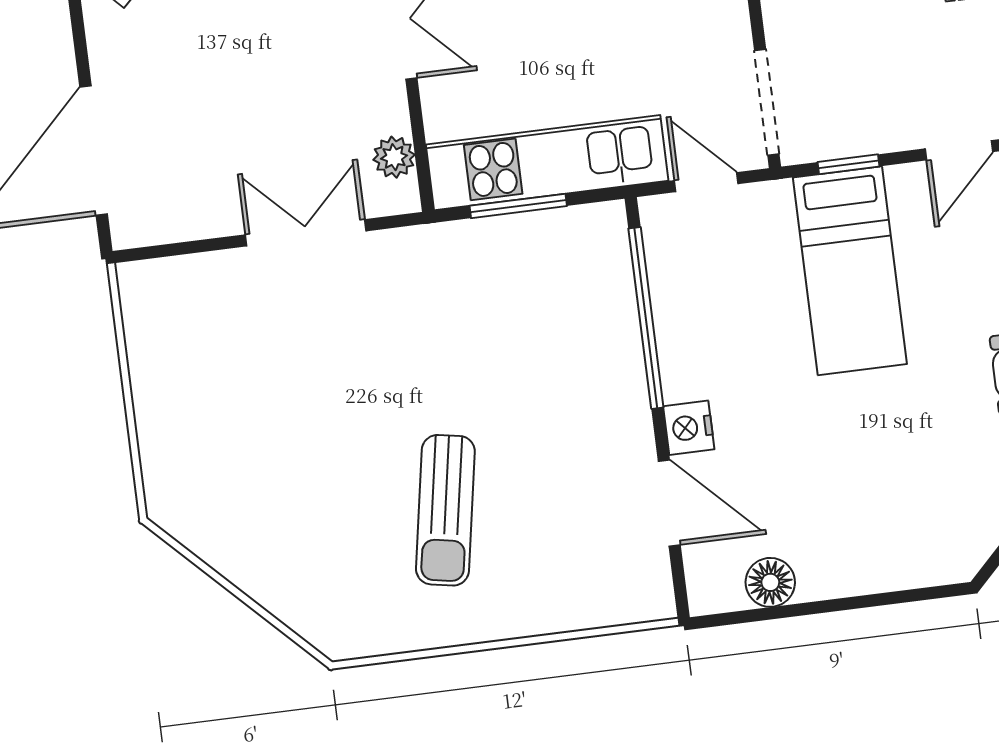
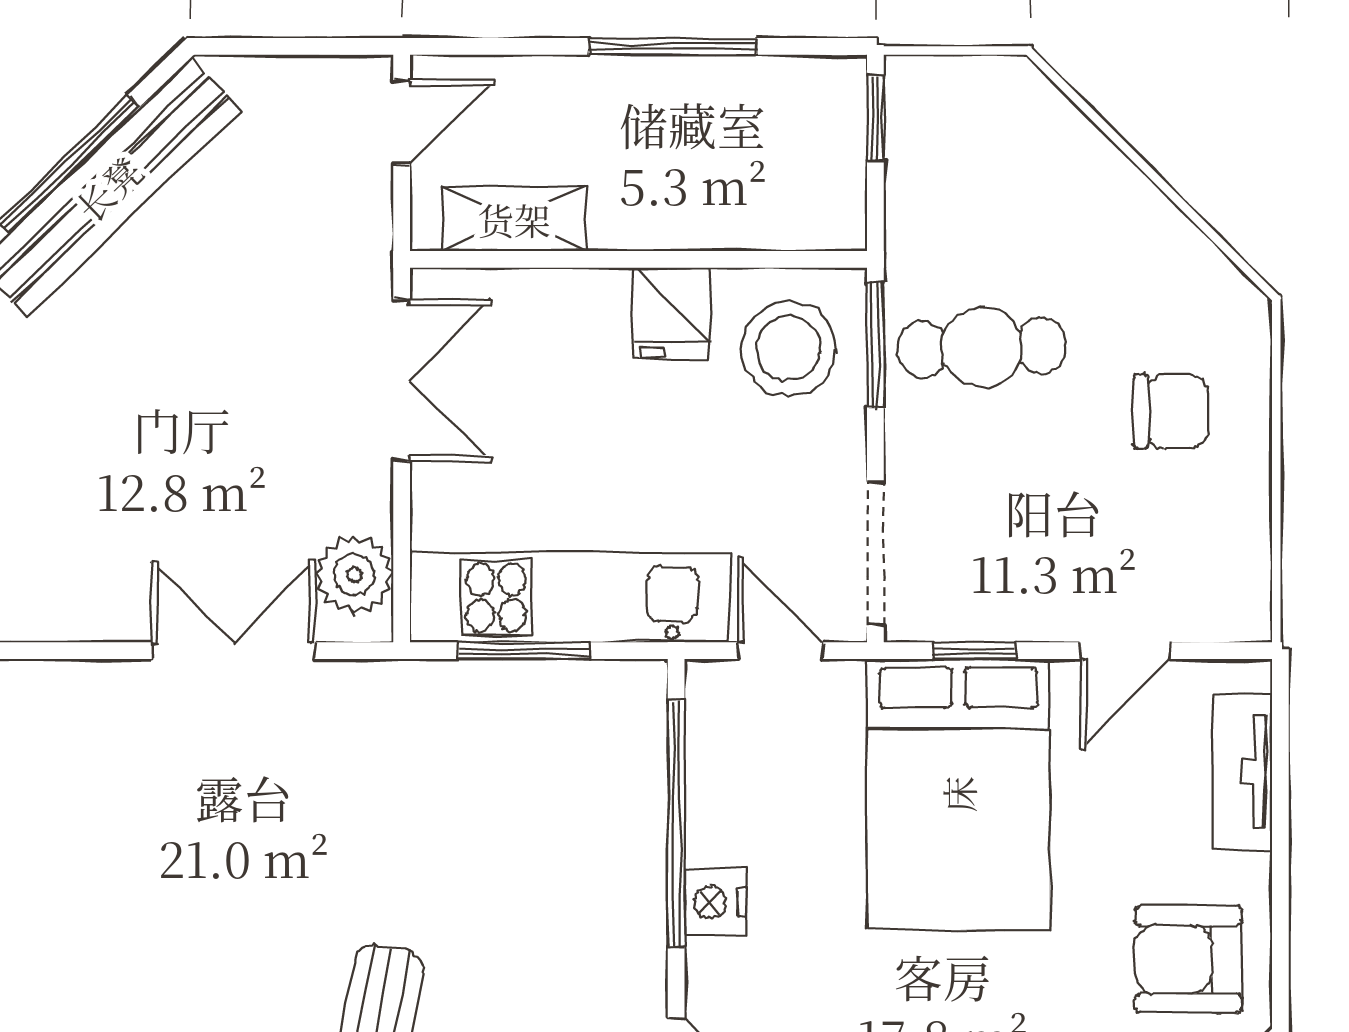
plant: (394, 157) -> (354, 575), width x1.38, depth x1.38
bed: (850, 271) -> (958, 794), width x1.50
nightstand: (689, 428) -> (715, 902), moved

